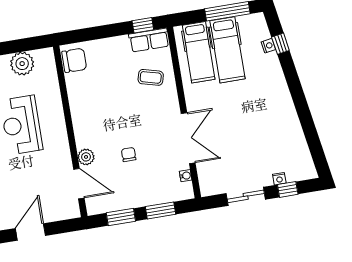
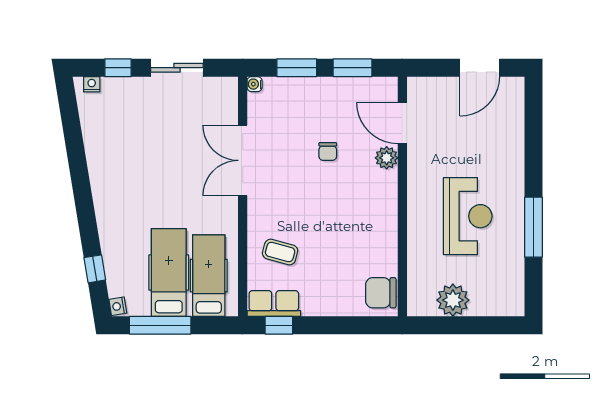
nightstand: (268, 46) -> (118, 306), moved
water cooler: (186, 176) -> (255, 84), moved
nightstand: (279, 179) -> (92, 84), moved

